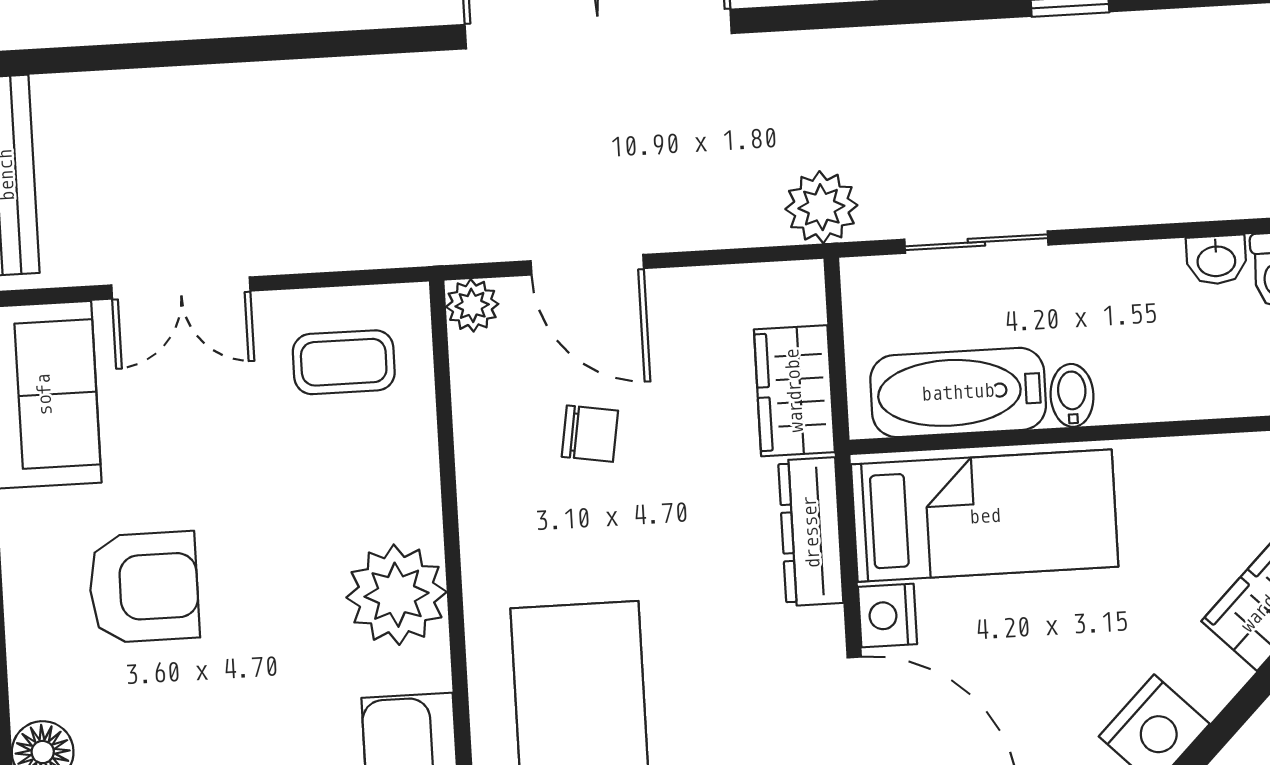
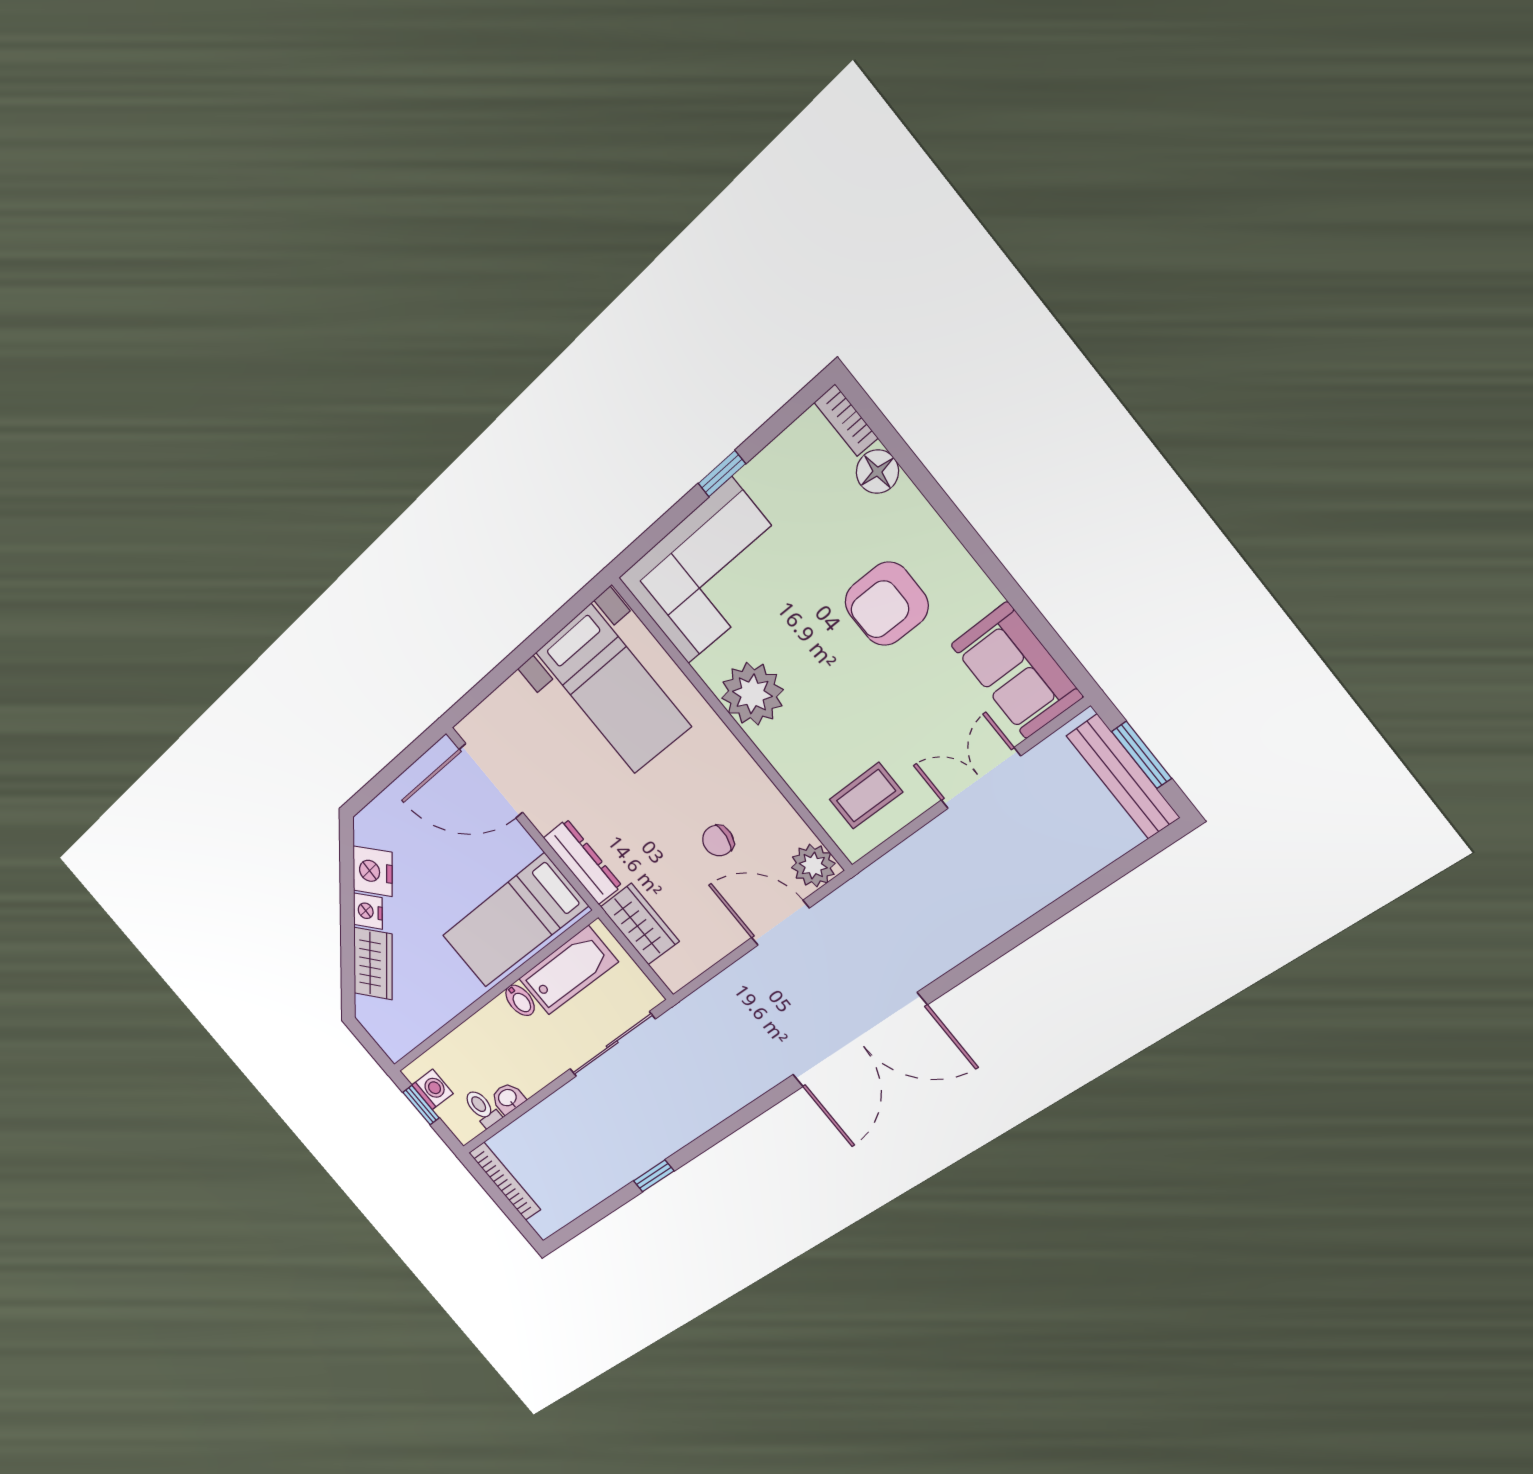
plant: (821, 207) -> (692, 1018), removed
sliding door: (976, 242) -> (612, 1044), width x1.37
plant: (472, 305) -> (813, 866), width x1.38, depth x1.38
nightstand: (887, 616) -> (368, 911), moved, turned -135

